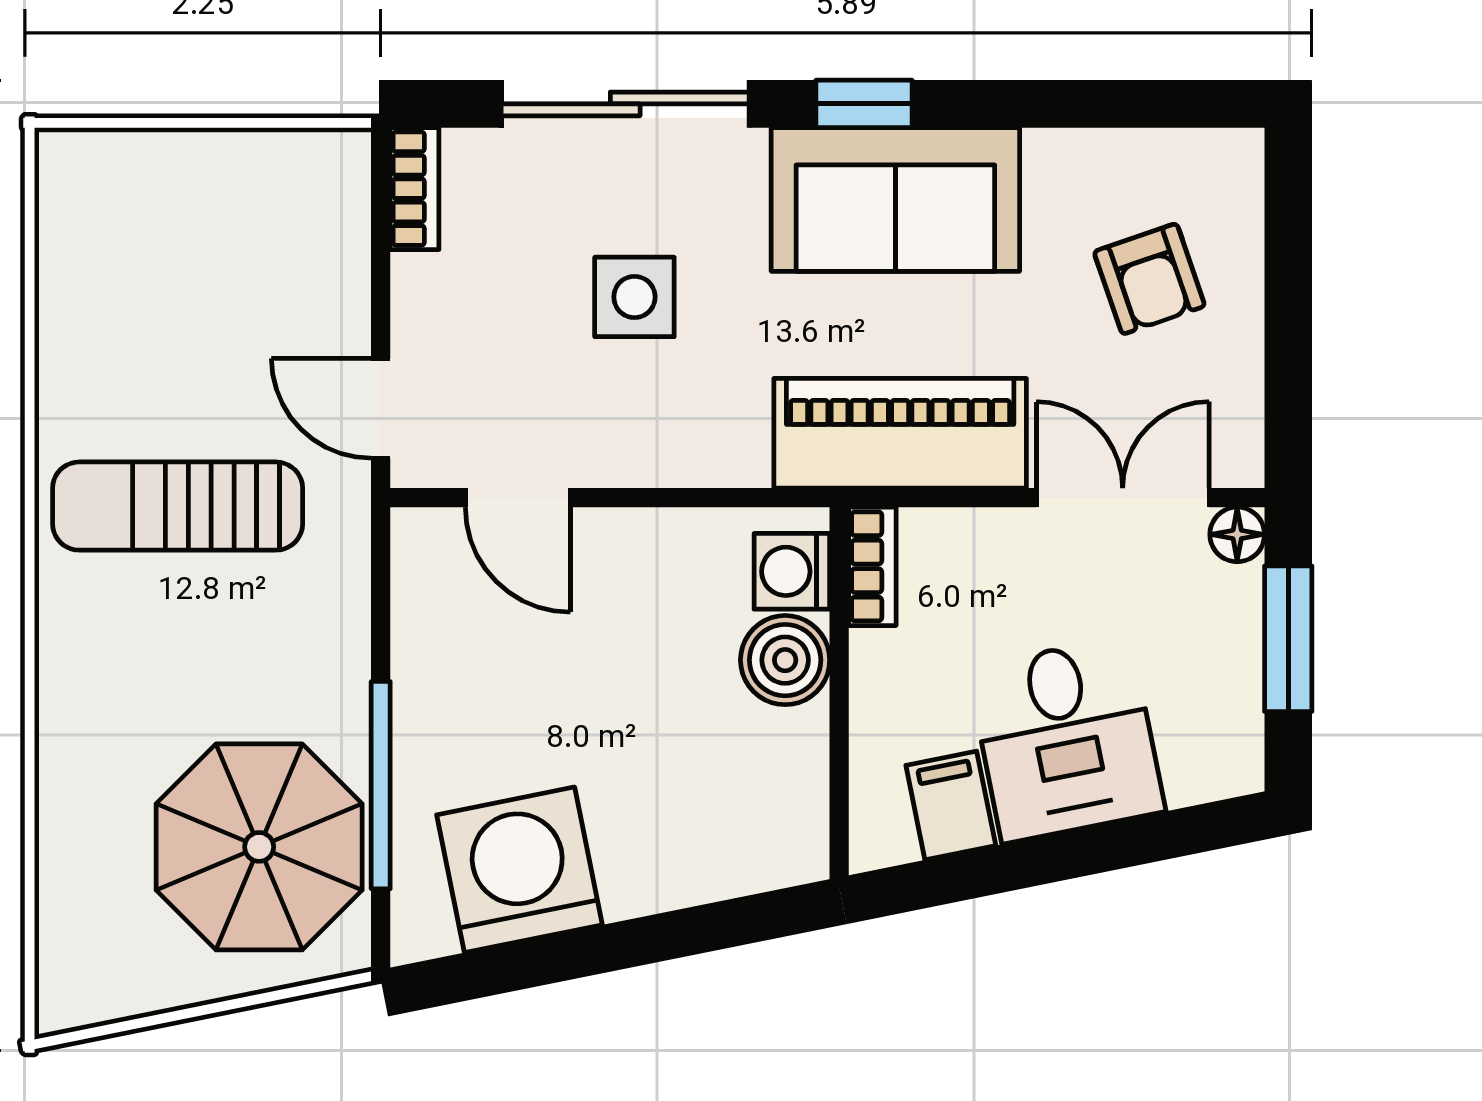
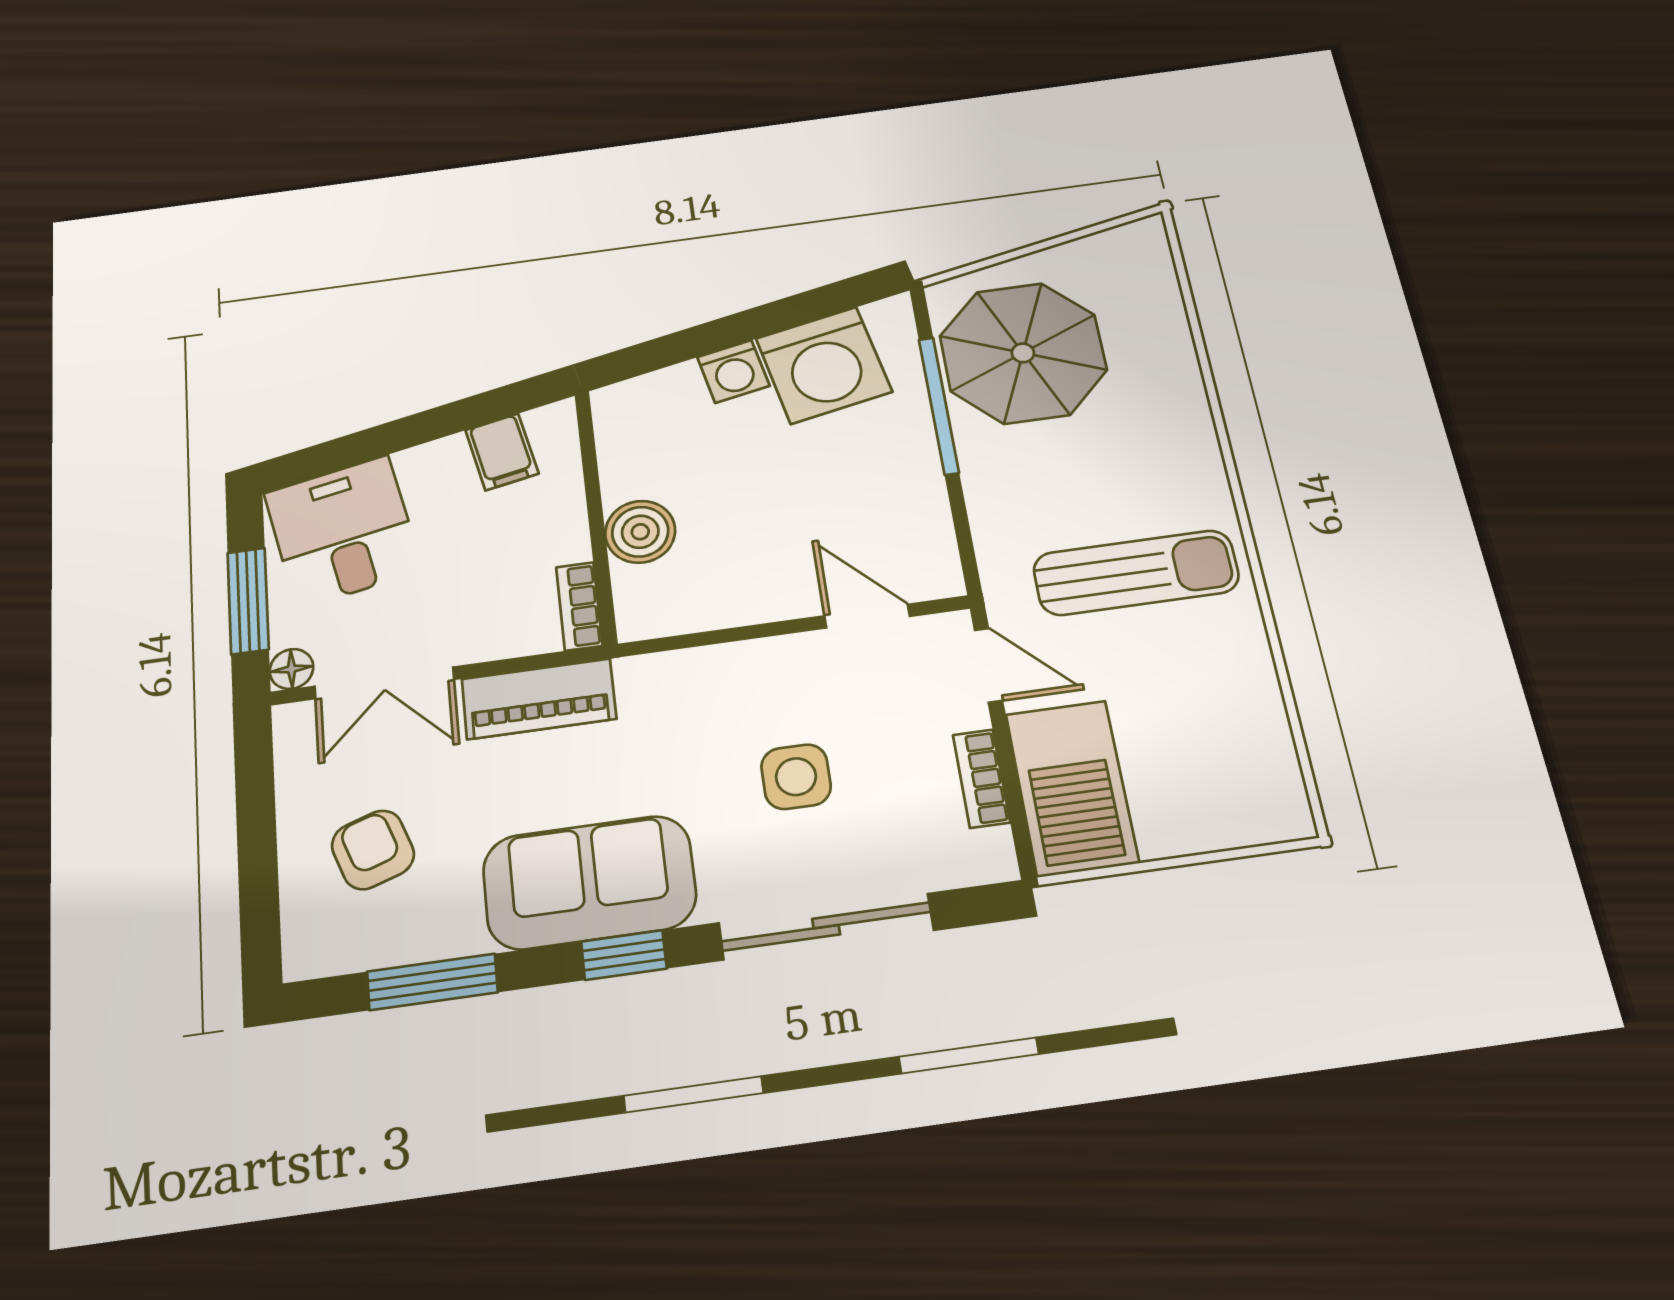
window: (1089, 104) -> (432, 982), added
bookcase: (415, 189) -> (981, 778), moved
barbecue: (310, 233) -> (1072, 788), added
piano: (900, 433) -> (539, 699), width x0.73, depth x0.75
washing machine: (792, 571) -> (733, 371), moved, turned 79
desk: (1066, 739) -> (343, 531), moved

